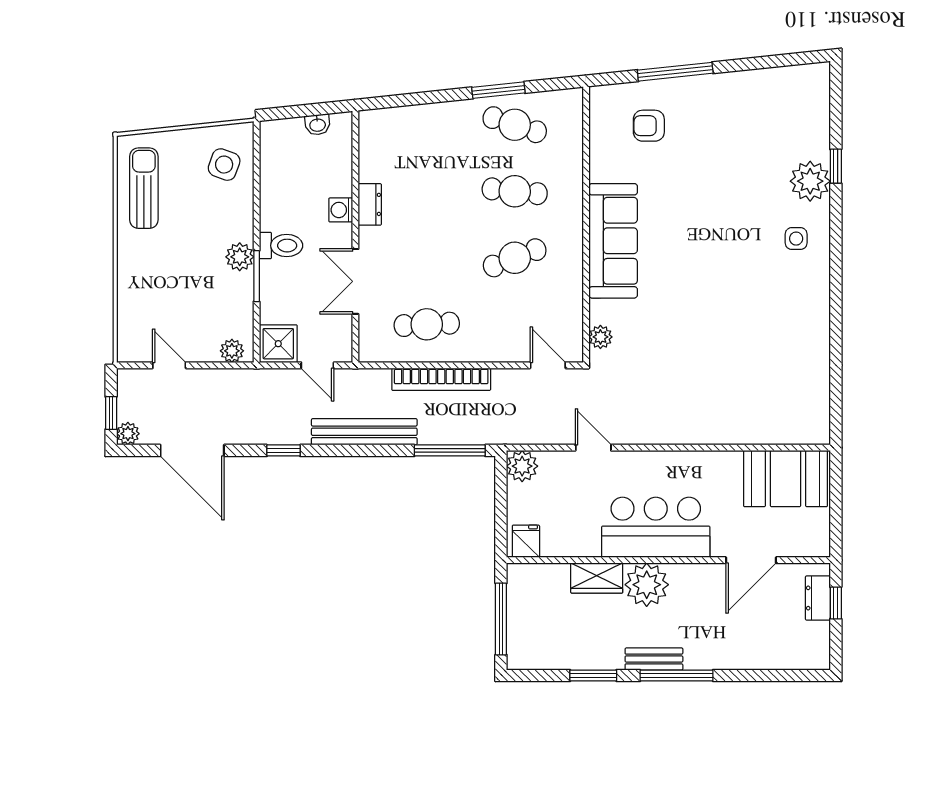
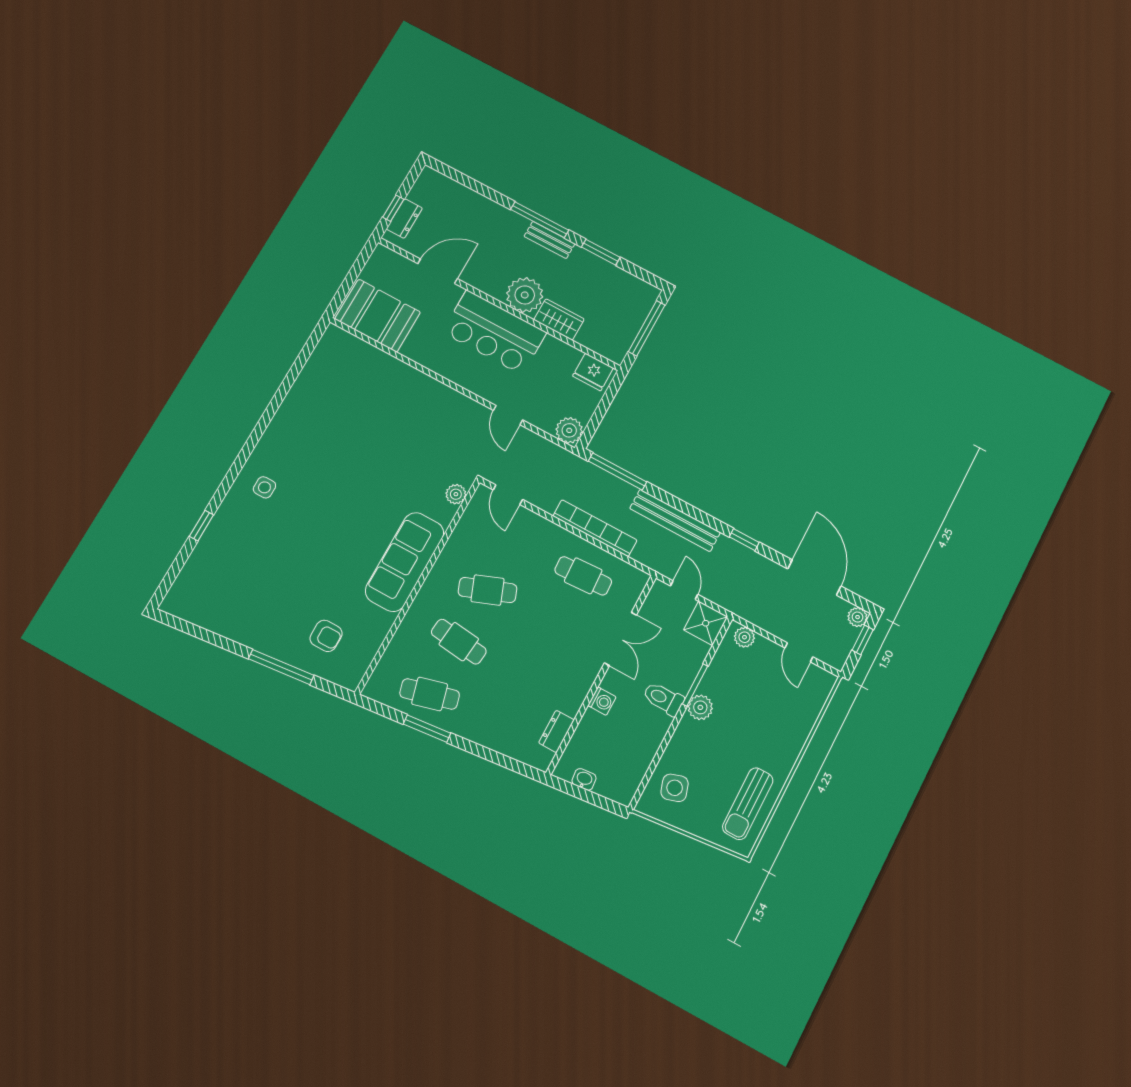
cafe table: (515, 125) -> (430, 694), turned -33
side table: (224, 165) -> (675, 788), turned -38
plant: (810, 181) -> (228, 525), removed
dresser: (370, 204) -> (556, 731), moved
fridge: (526, 541) -> (593, 372), width x1.38

